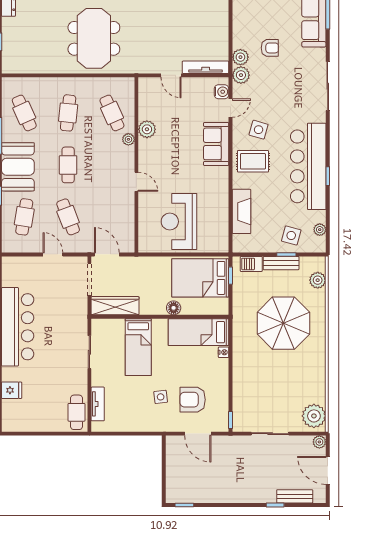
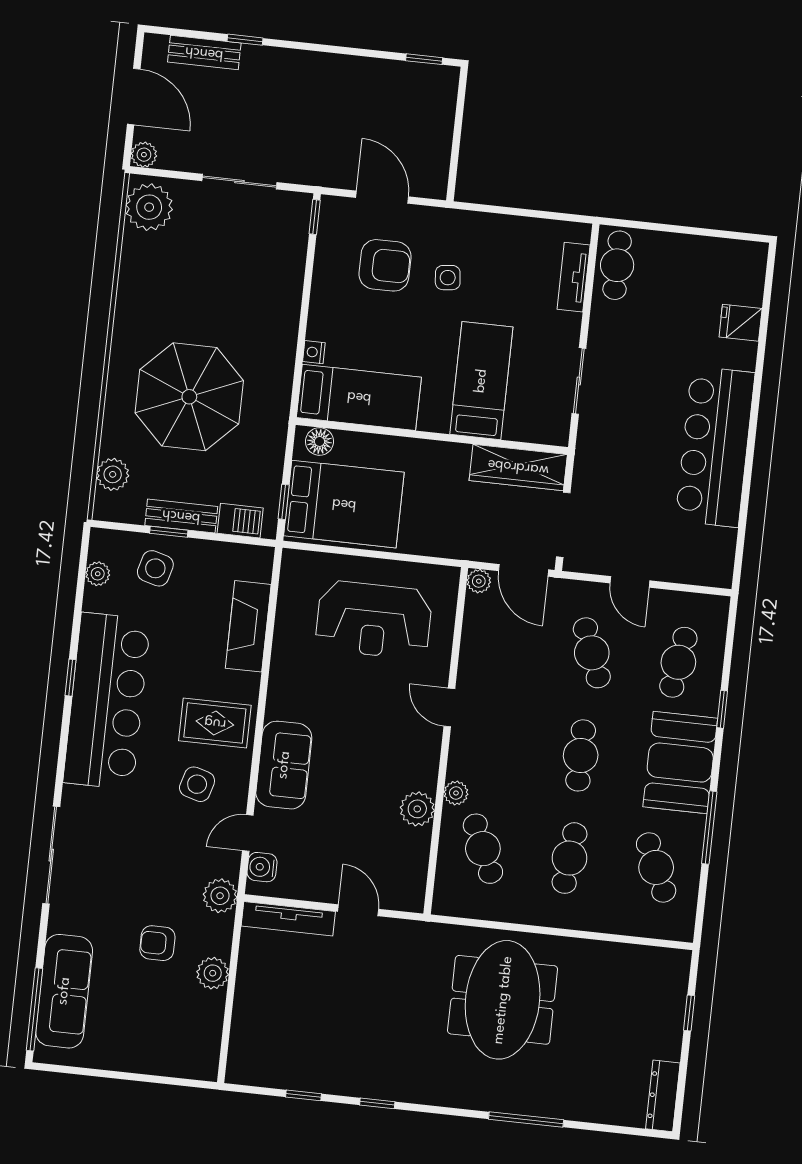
plant: (240, 57) -> (213, 973), moved
reception desk: (179, 222) -> (374, 620), turned 90
plant: (129, 247) -> (479, 581), added
floor lamp: (174, 308) -> (319, 441), moved

